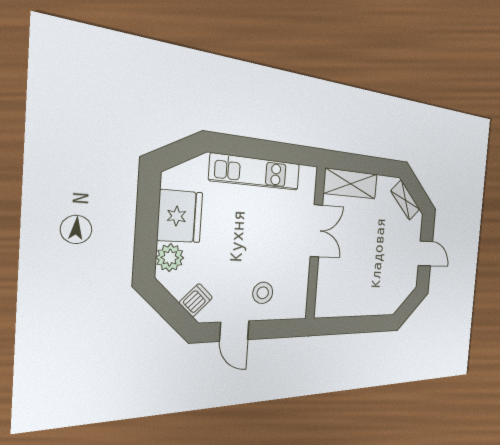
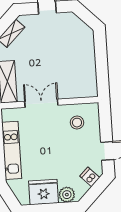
stool: (263, 293) -> (77, 123), moved

